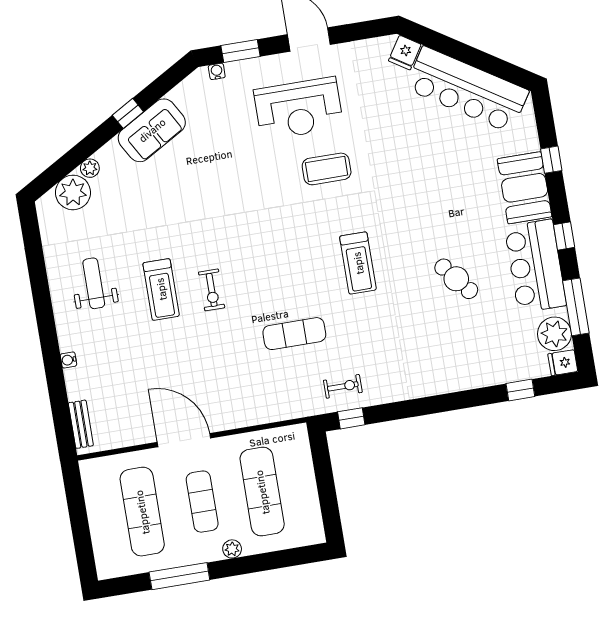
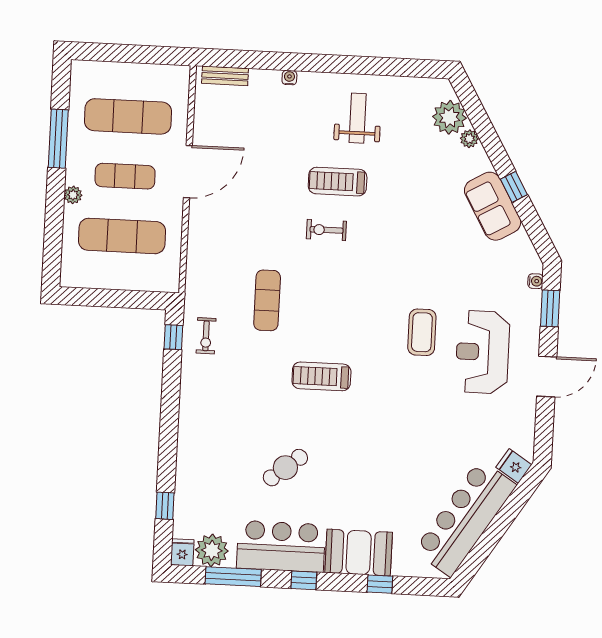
coffee table: (327, 169) -> (422, 332), moved
weight bench: (94, 283) -> (358, 118), turned -90

